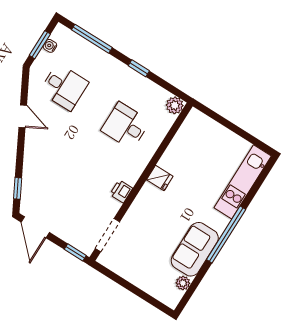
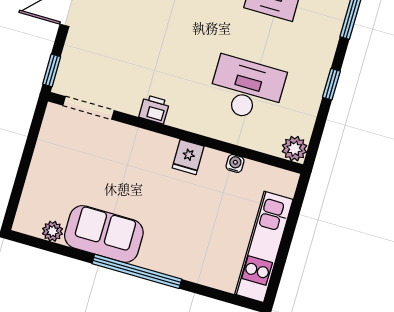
desk: (126, 126) -> (247, 89), width x1.37
water cooler: (173, 148) -> (235, 164), added
kitchen unit: (243, 182) -> (264, 247), moved, turned -90

